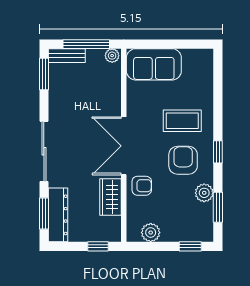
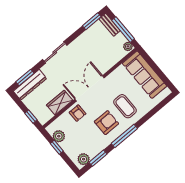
sofa: (154, 64) -> (145, 75), width x1.36
sliding door: (44, 151) -> (55, 52), width x0.73
window: (218, 152) -> (124, 136), width x2.17
plant: (204, 193) -> (84, 159), moved
window: (190, 246) -> (57, 147), moved

